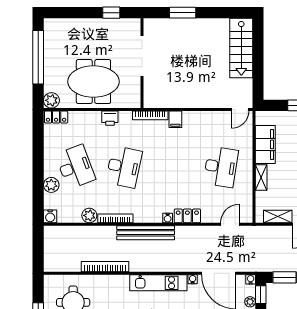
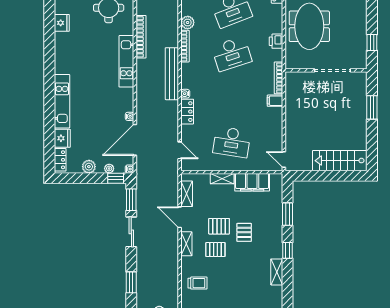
desk: (124, 167) -> (232, 54), turned -30
kitchen unit: (158, 283) -> (126, 61), moved

